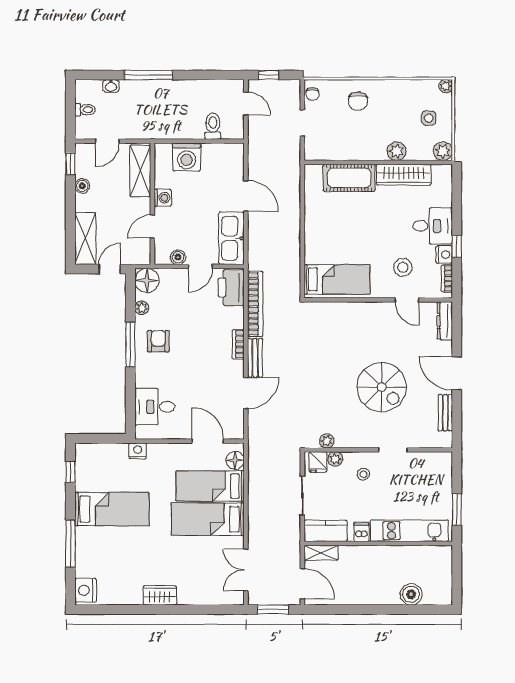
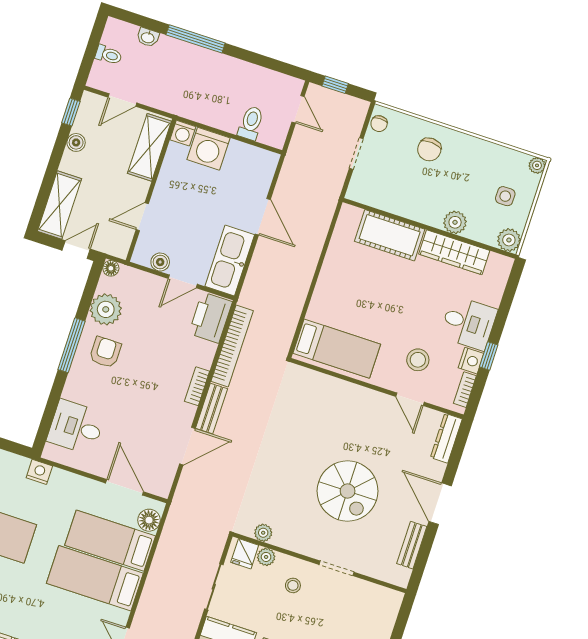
washing machine: (163, 198) -> (183, 133), moved, turned 90
floor lamp: (147, 280) -> (111, 268), width x0.53, depth x0.53
plant: (142, 308) -> (106, 309), width x1.88, depth x1.88

